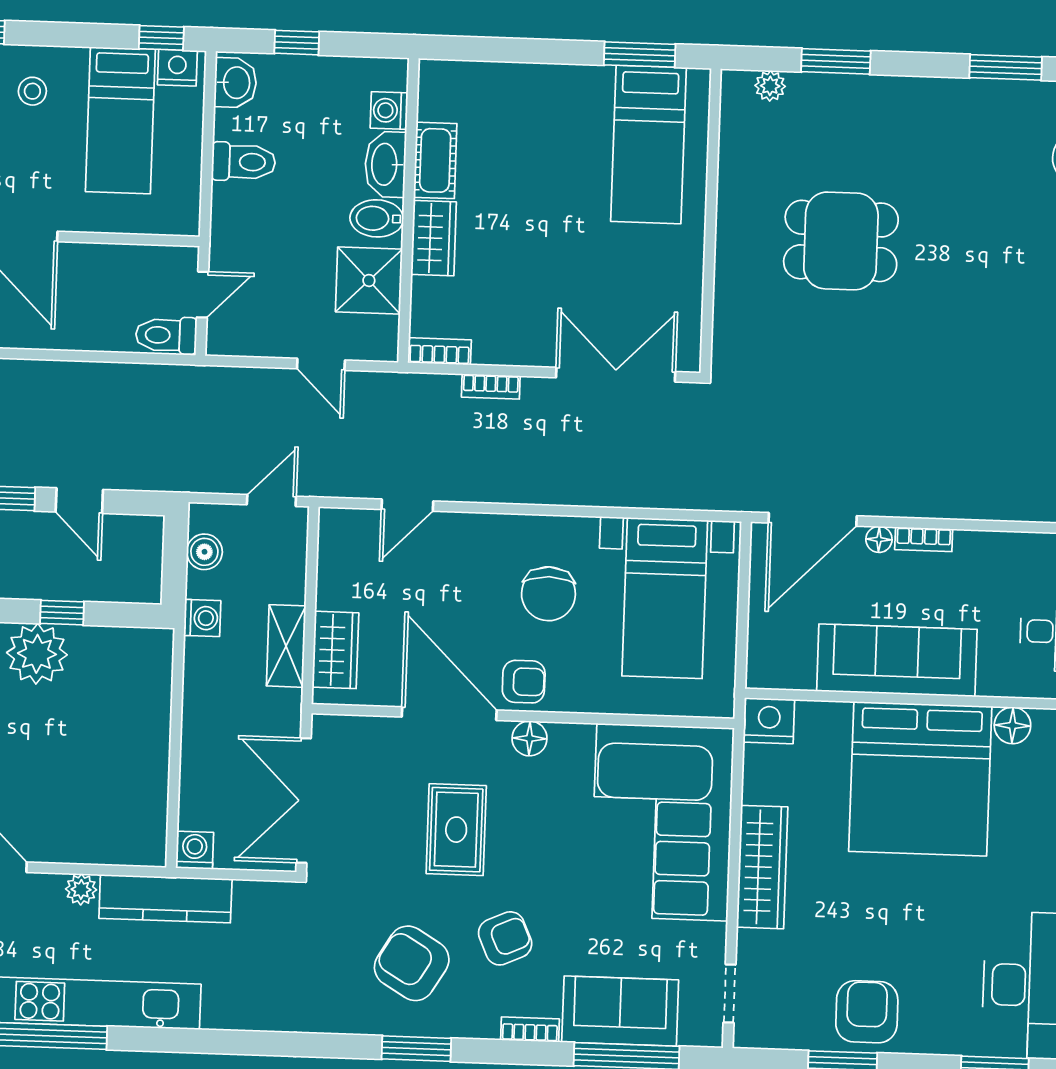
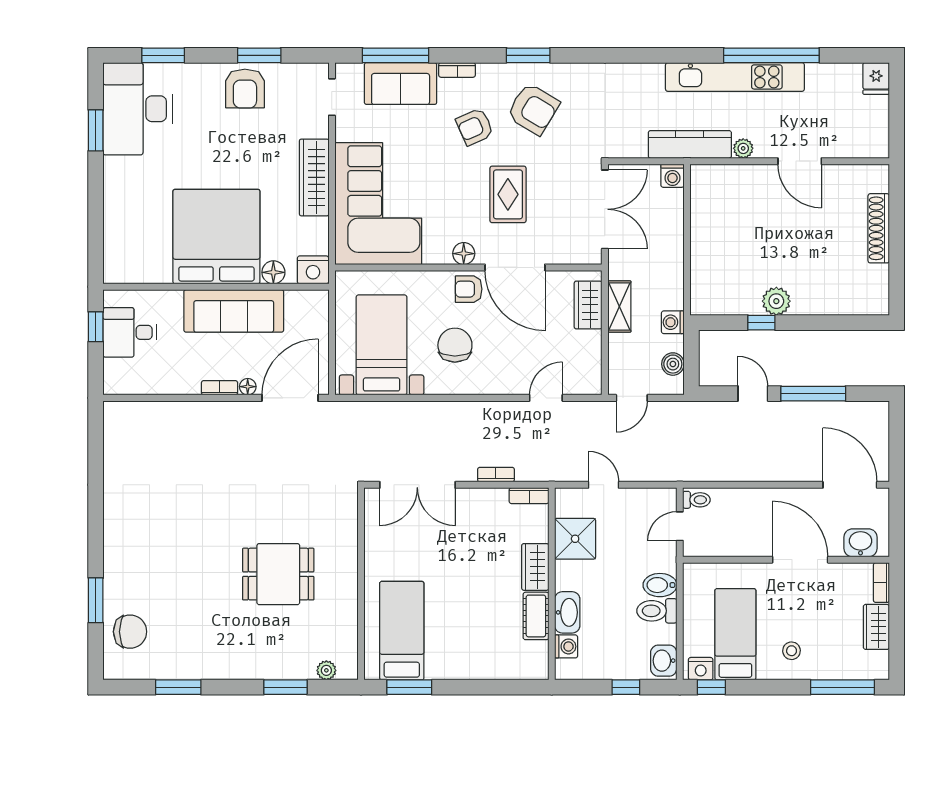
bidet: (377, 218) -> (660, 585), moved, turned 180
toilet: (166, 335) -> (696, 500), width x0.73, depth x0.72
plant: (37, 654) -> (776, 301), width x0.73, depth x0.73
floor lamp: (1012, 725) -> (273, 272), moved

